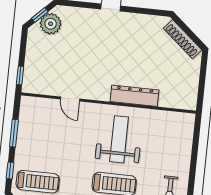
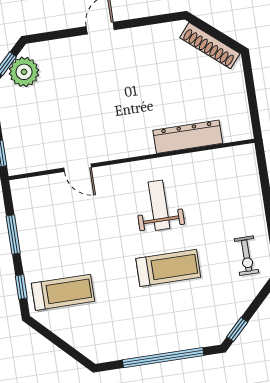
dresser: (134, 96) -> (188, 137), moved
weight bench: (119, 139) -> (159, 205), width x0.73, depth x0.75

